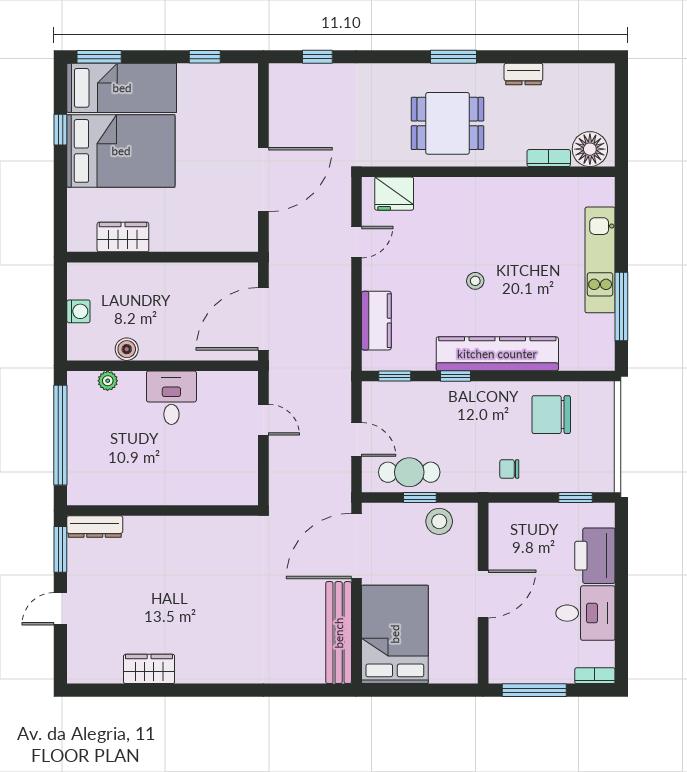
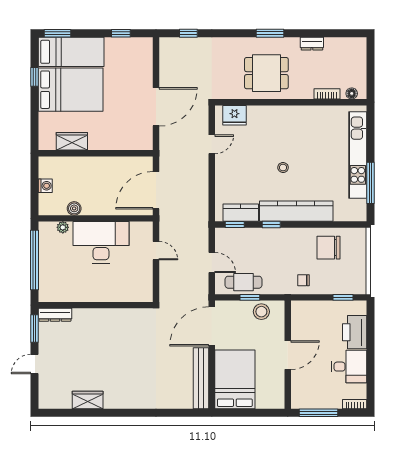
floor lamp: (590, 149) -> (352, 93), width x0.53, depth x0.53
kitchen unit: (600, 260) -> (358, 155), width x1.36
kitchen counter: (376, 321) -> (241, 213), moved, turned -90
desk: (171, 398) -> (101, 242), width x1.87, depth x1.30

